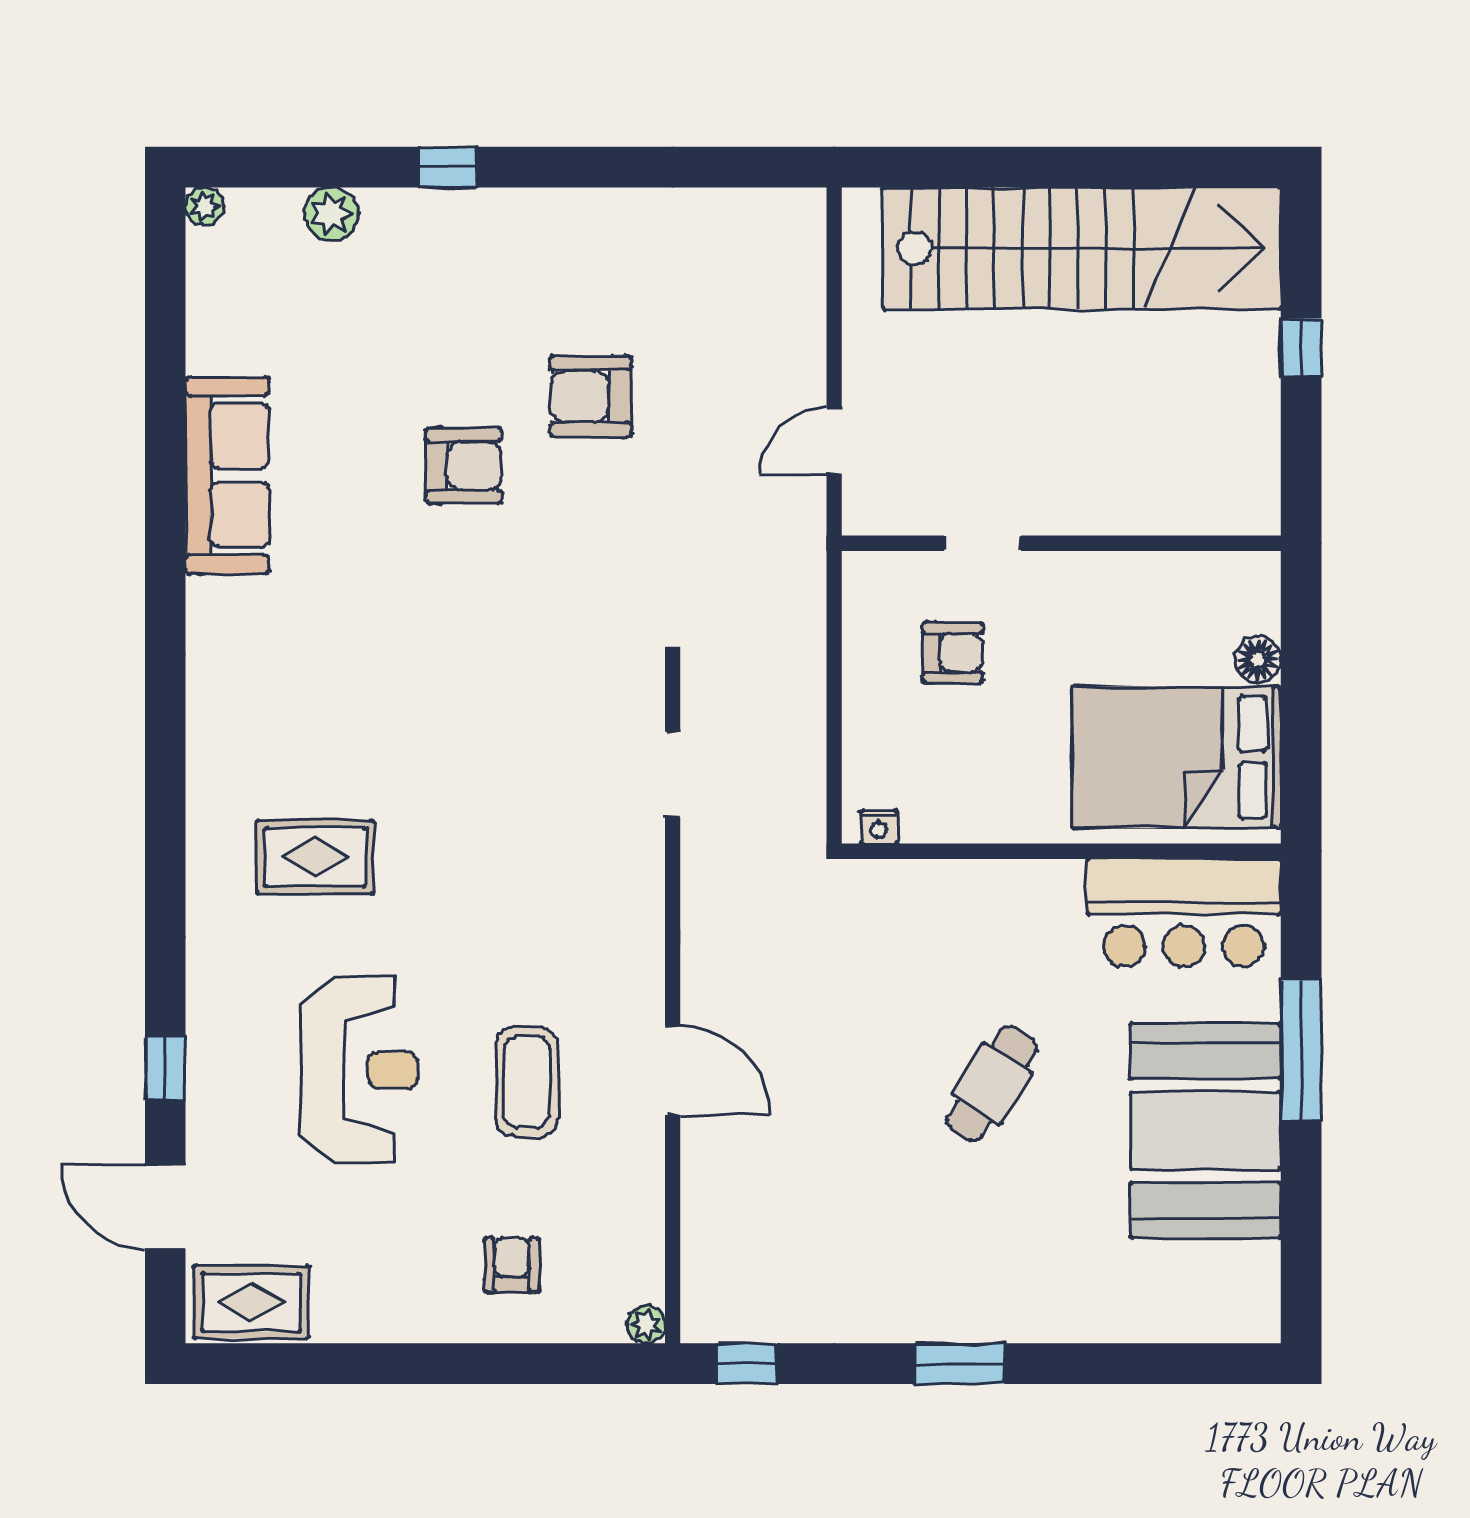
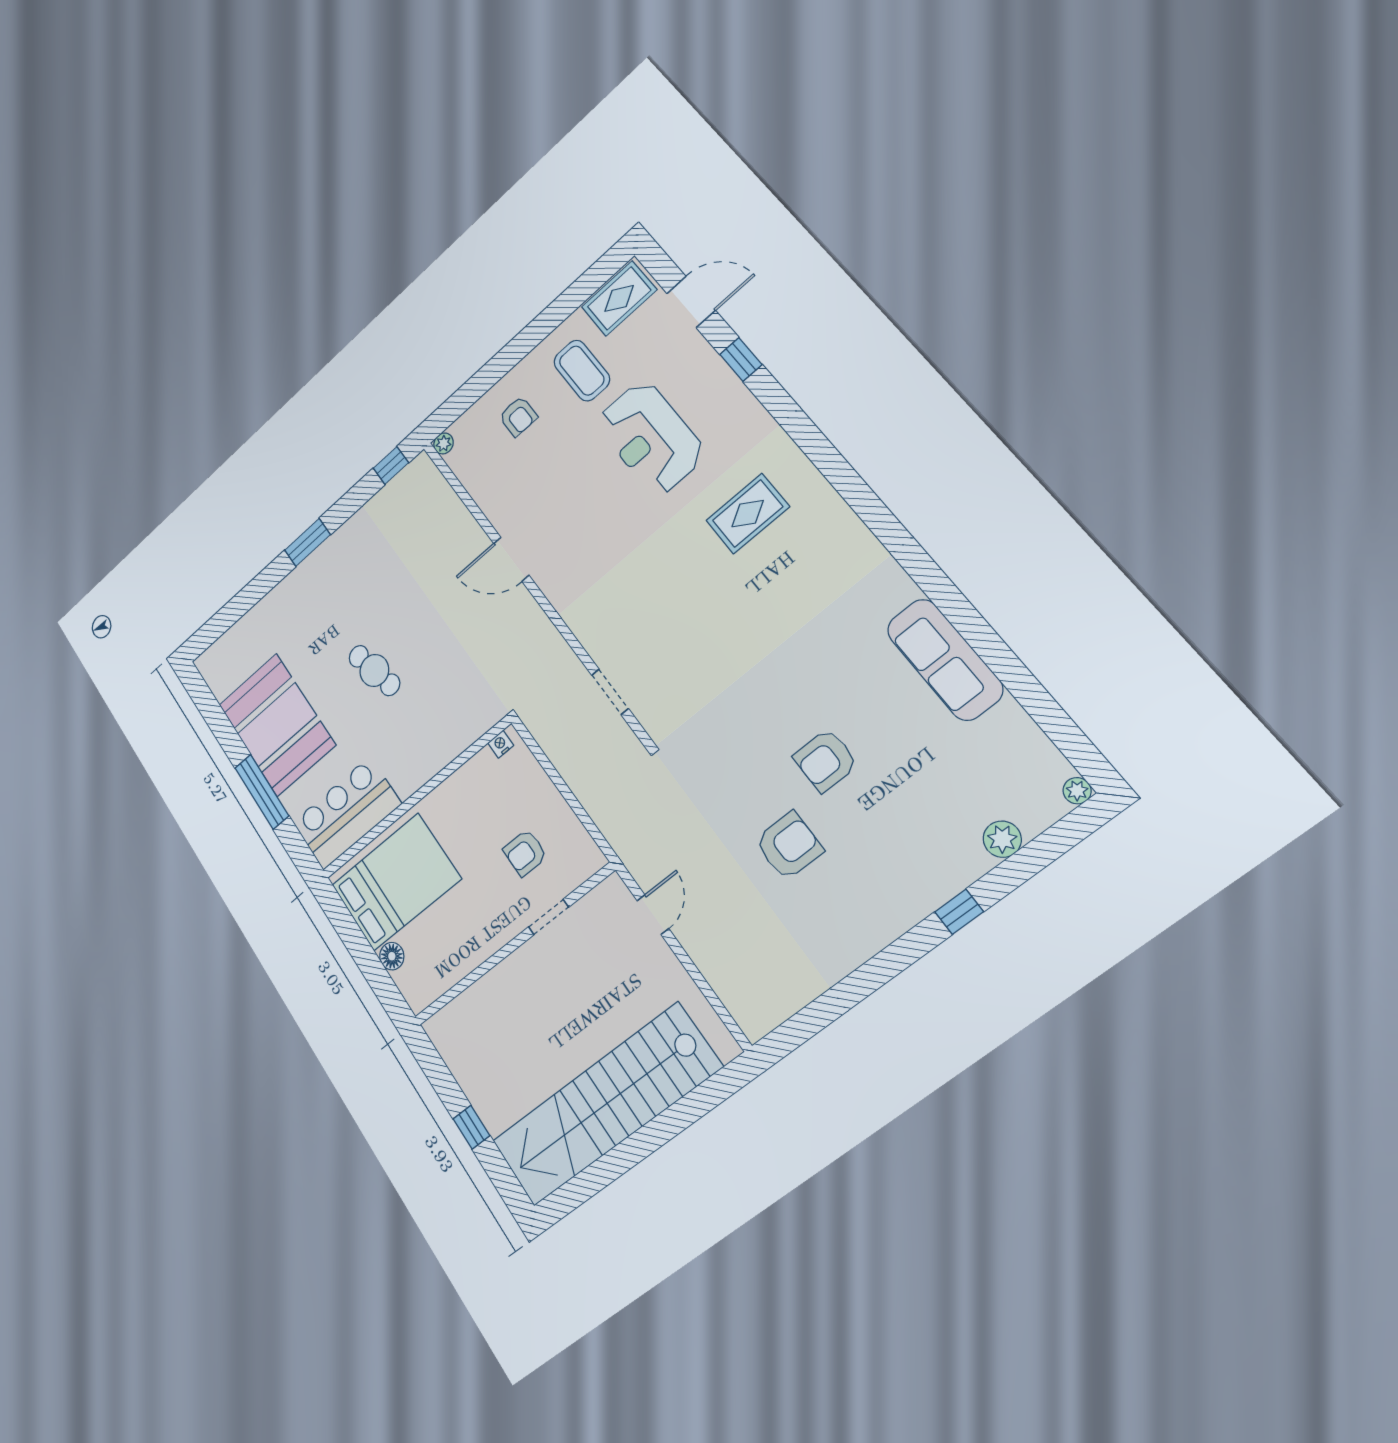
coffee table: (527, 1082) -> (582, 371), moved
cafe table: (992, 1084) -> (374, 670), turned -45

